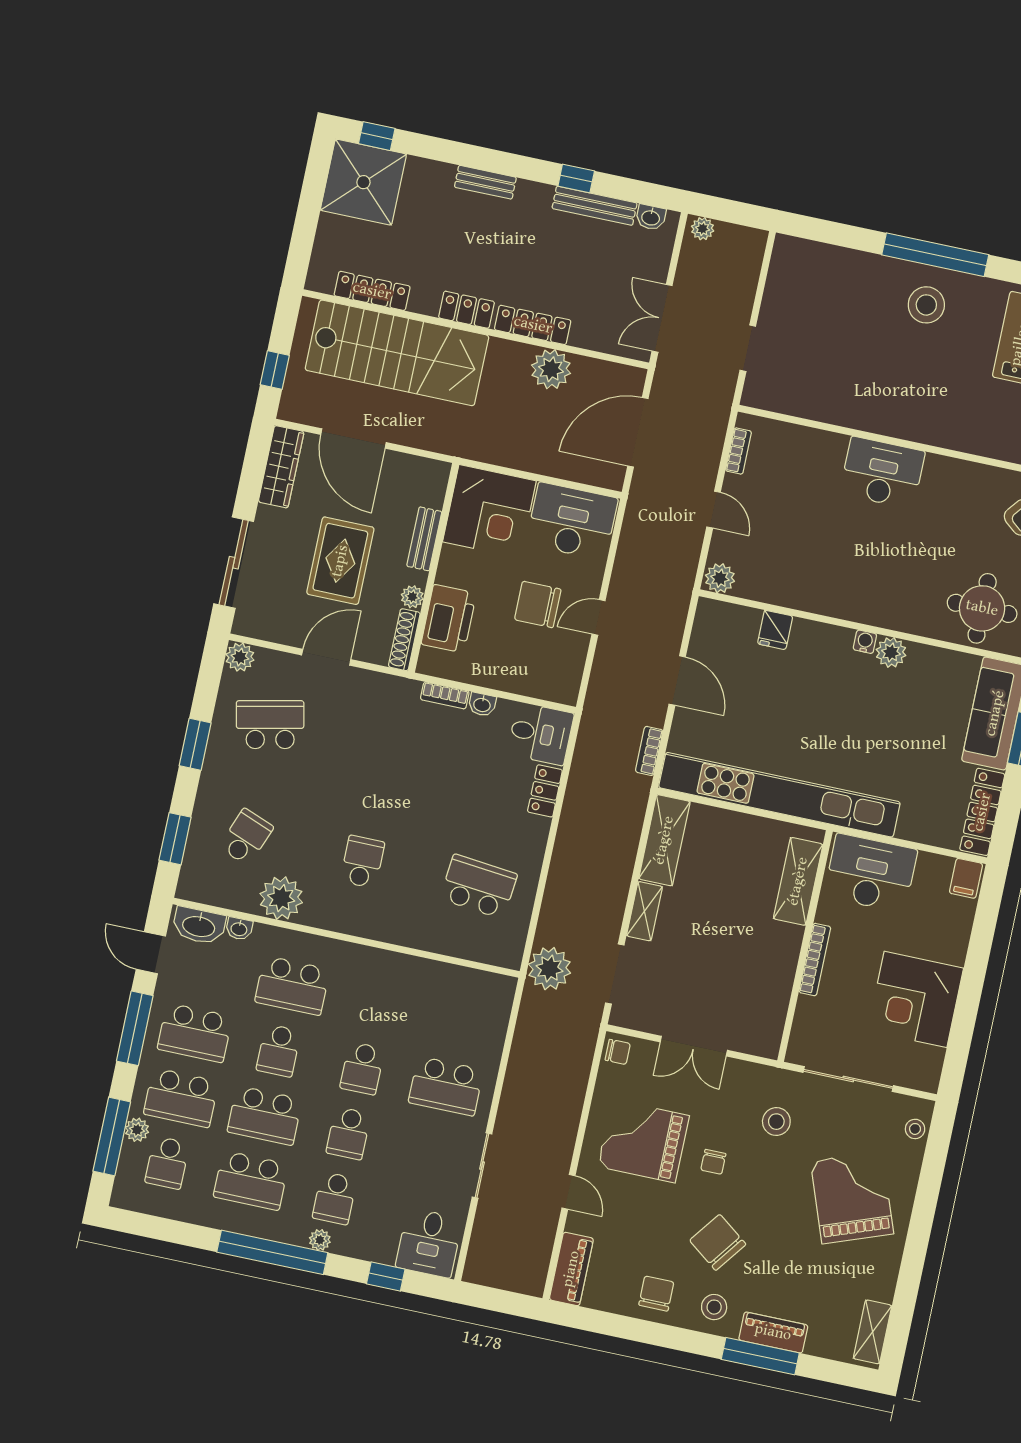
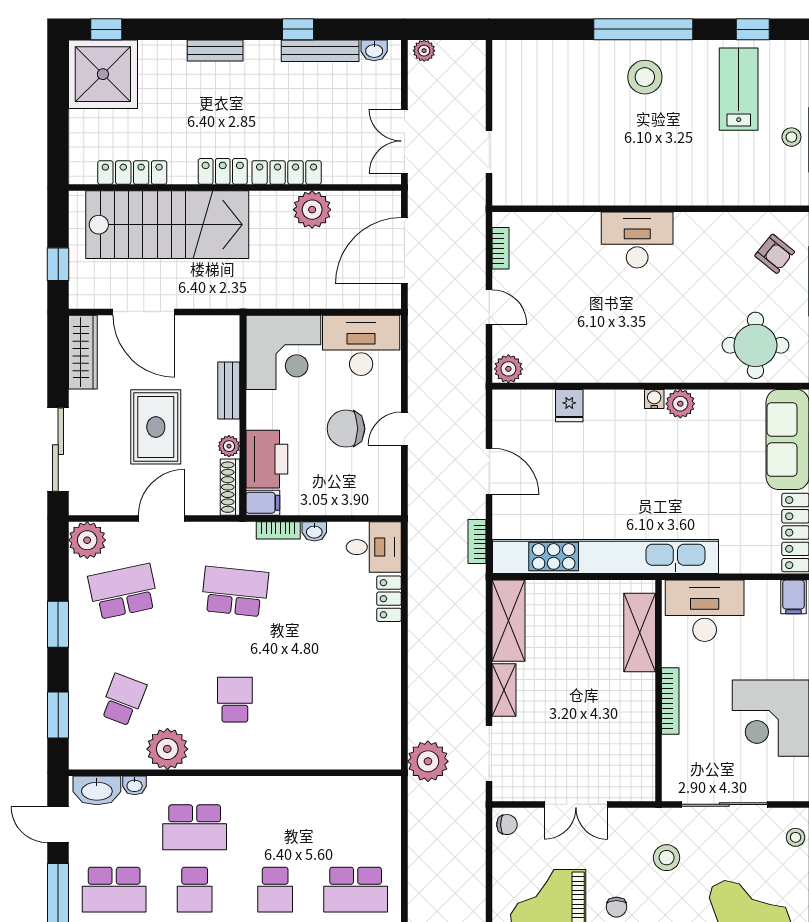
plant: (240, 657) -> (87, 540), width x1.36, depth x1.36
filing cabinet: (435, 663) -> (263, 503), added
school desk: (479, 887) -> (235, 592), moved

